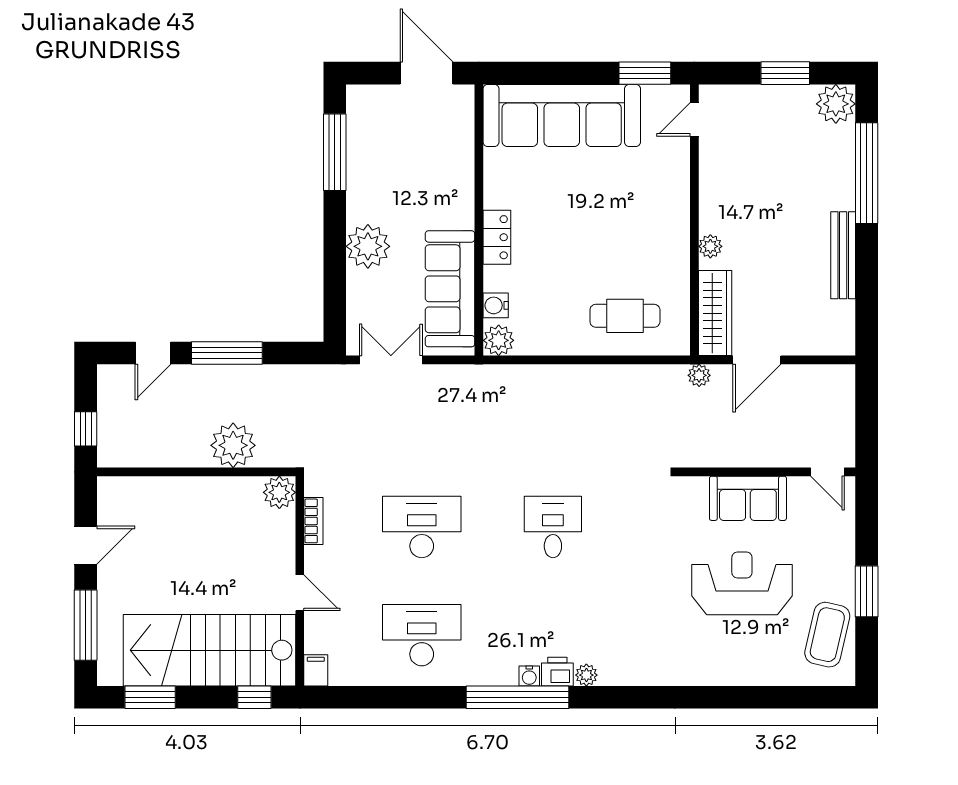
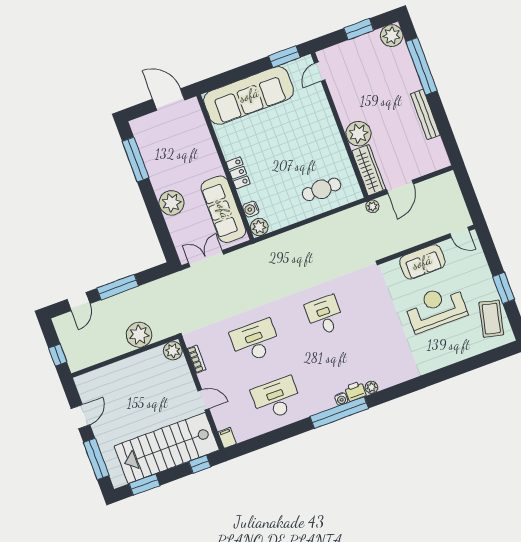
plant: (710, 246) -> (358, 134), width x1.88, depth x1.88

